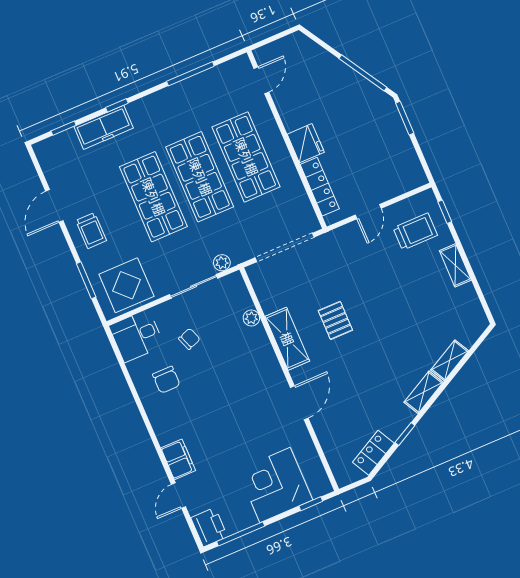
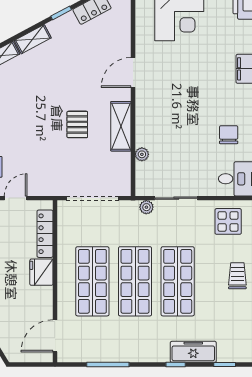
door: (261, 80) -> (55, 336), width x1.38
display table: (126, 285) -> (228, 221), width x0.73, depth x0.73
chair: (189, 339) -> (197, 159), removed

